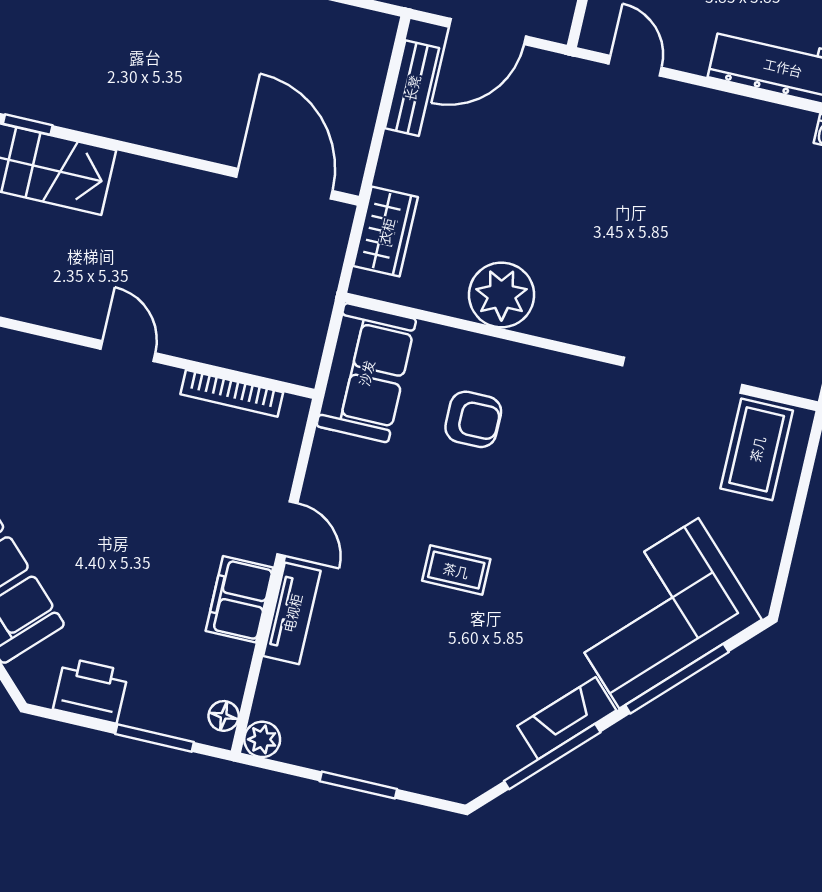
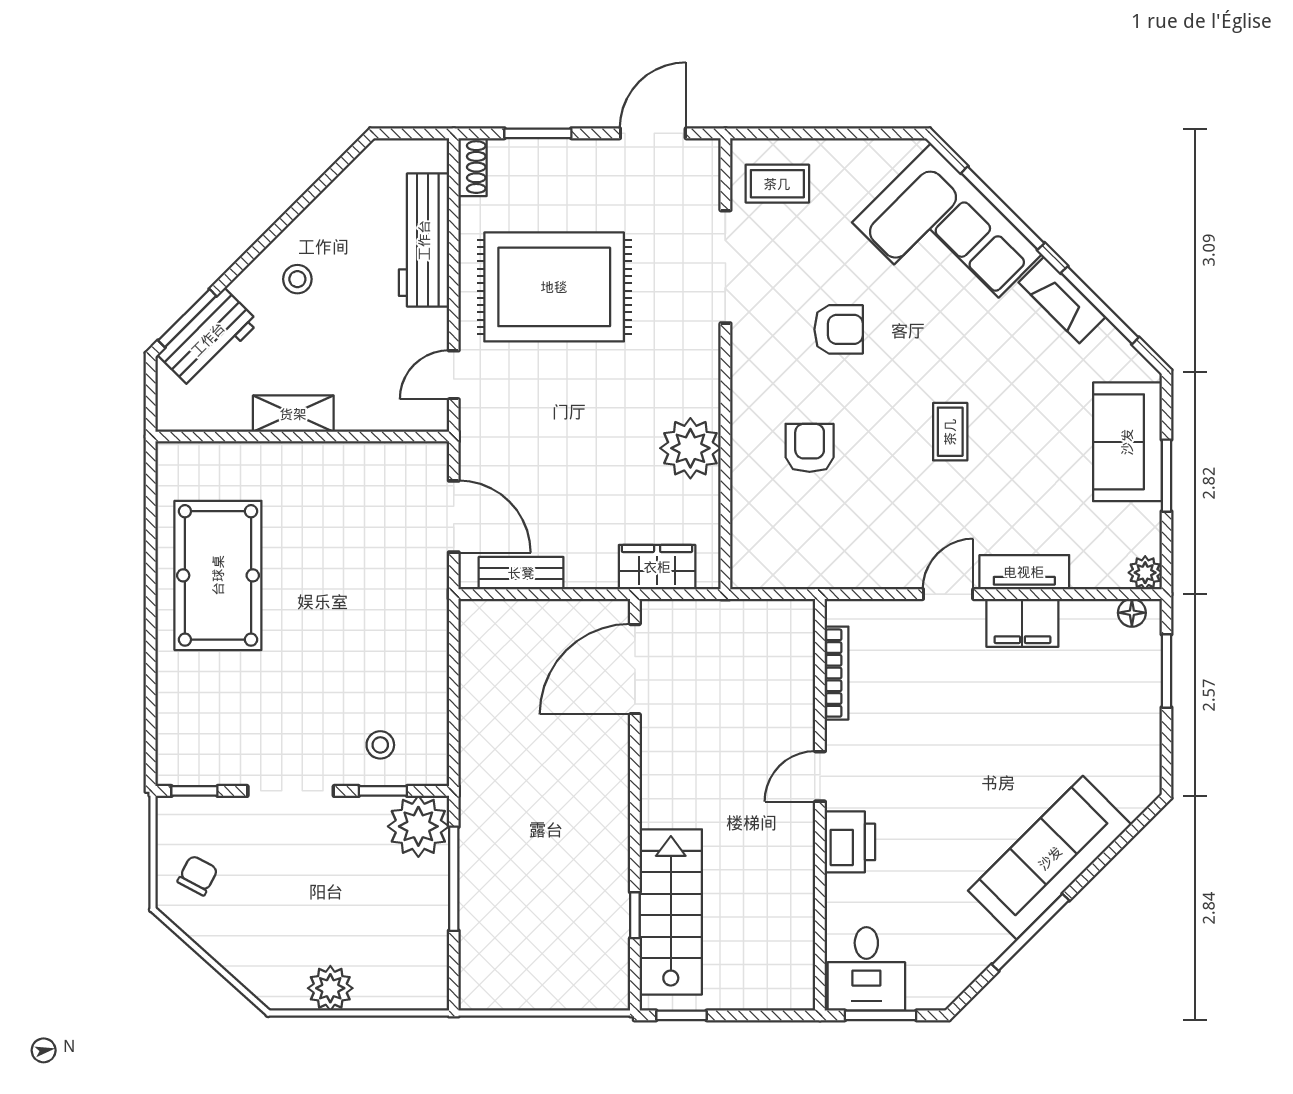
rug: (703, 192) -> (554, 287), added
sofa: (366, 373) -> (1127, 442), moved, turned -90
coffee table: (757, 449) -> (777, 184), width x0.73, depth x0.77
armchair: (590, 478) -> (839, 329), added
printer: (91, 690) -> (850, 842), moved, turned 180

